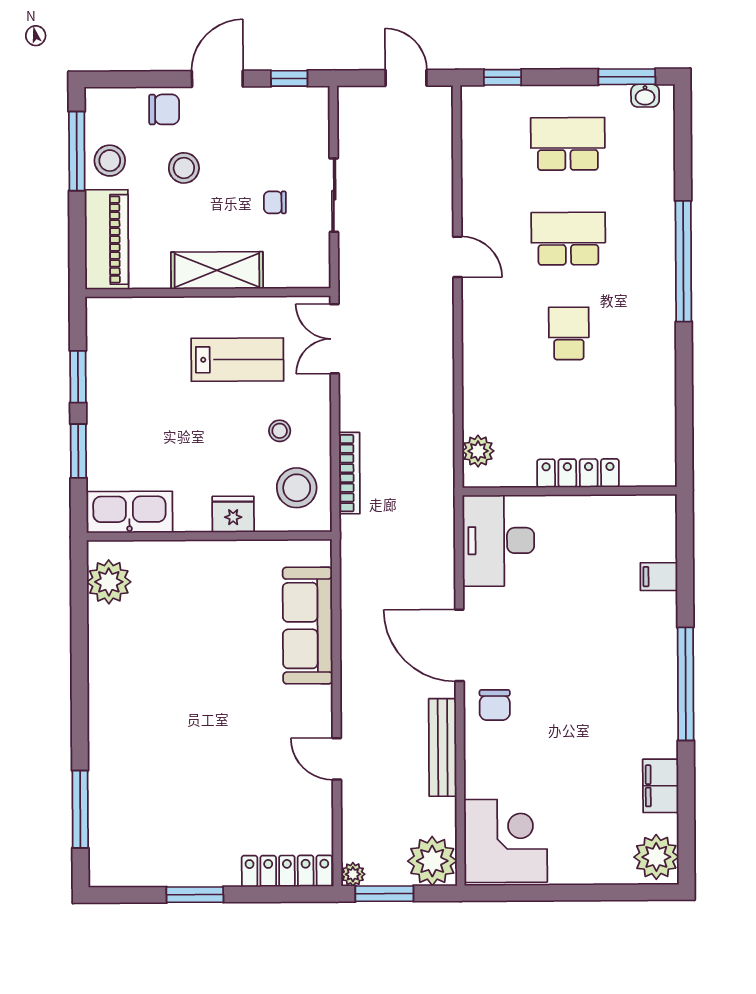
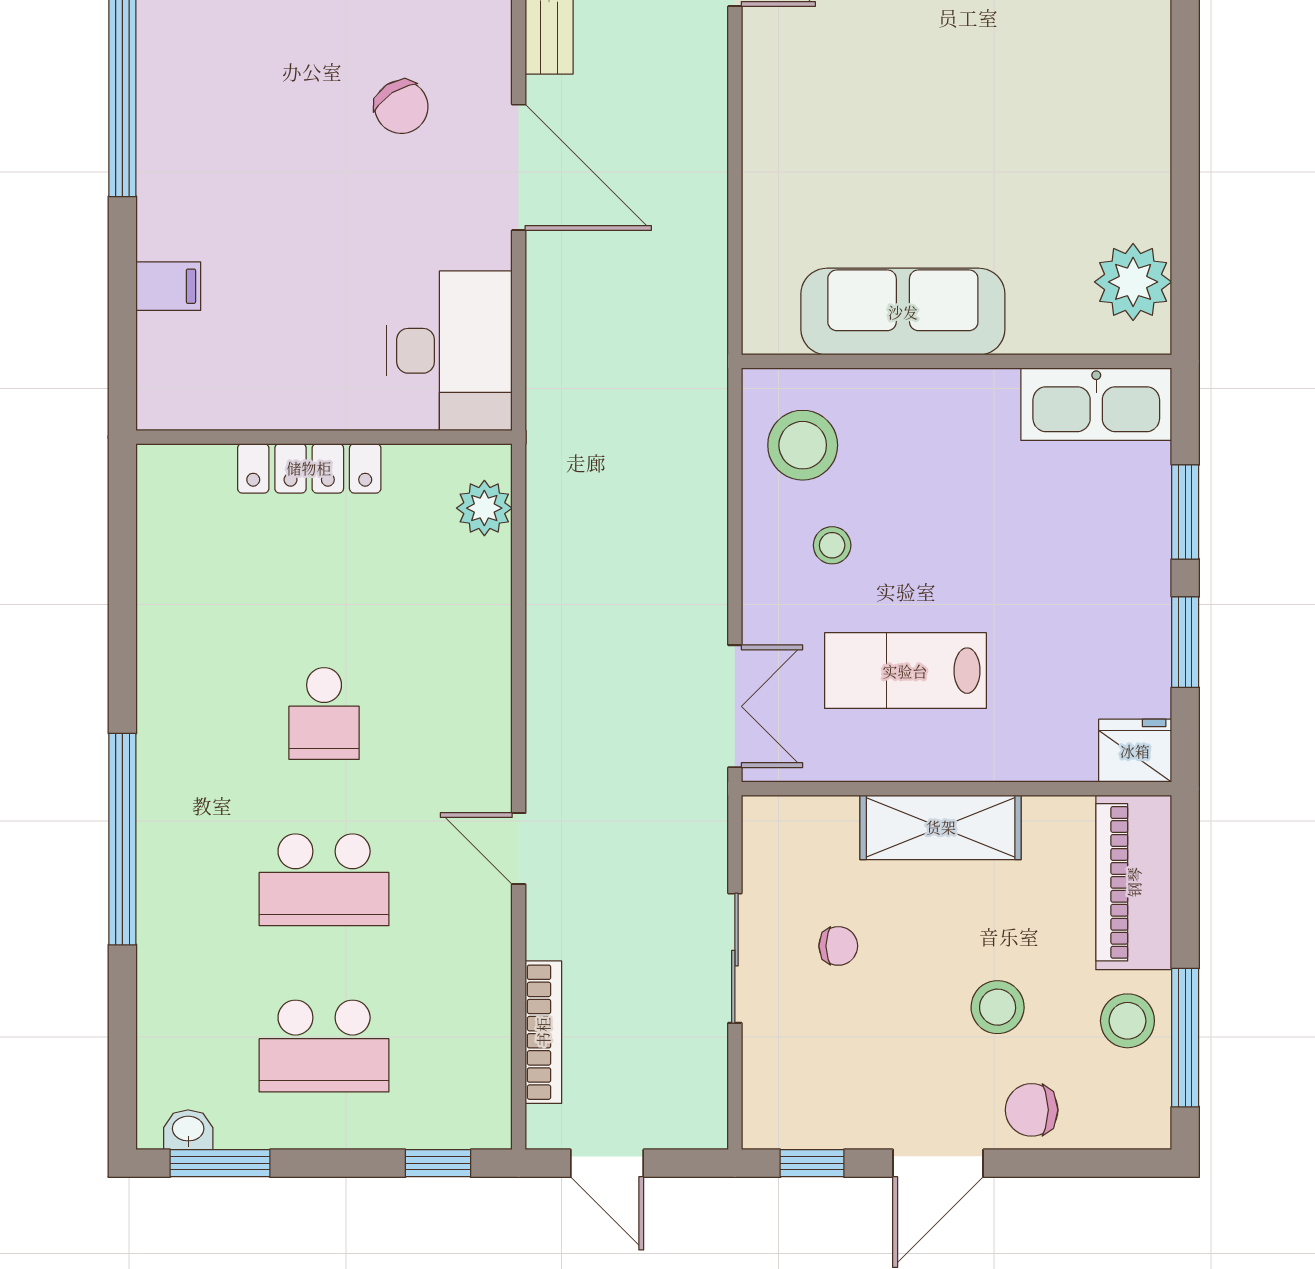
bookcase: (349, 473) -> (543, 1032), moved, turned 180
fridge: (233, 514) -> (1135, 751), moved, turned 180
sofa: (308, 626) -> (903, 312), moved, turned -90
chair: (495, 705) -> (401, 107), moved, turned 147

